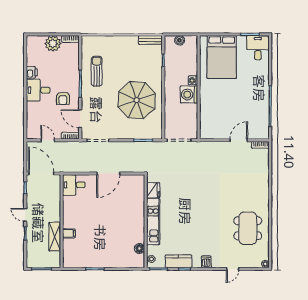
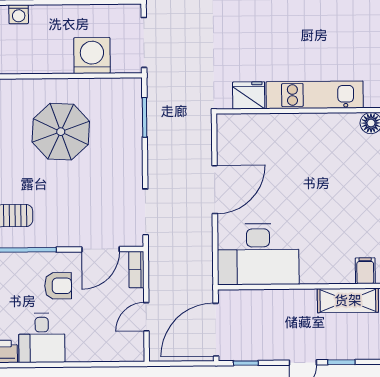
washing machine: (189, 94) -> (92, 56), moved, turned 180
parasol: (137, 100) -> (61, 132), width x0.73, depth x0.73
door: (108, 173) -> (215, 190), hinge flipped
desk: (74, 185) -> (258, 254), width x1.87, depth x1.30
filing cabinet: (69, 233) -> (365, 271), moved

